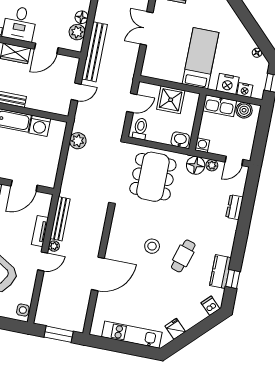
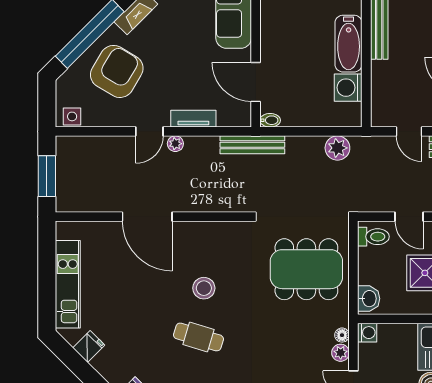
floor lamp: (196, 165) -> (342, 335), width x0.53, depth x0.53
bidet: (51, 181) -> (270, 120), added
bench: (60, 219) -> (252, 145), moved
door: (43, 261) -> (149, 131), hinge flipped

